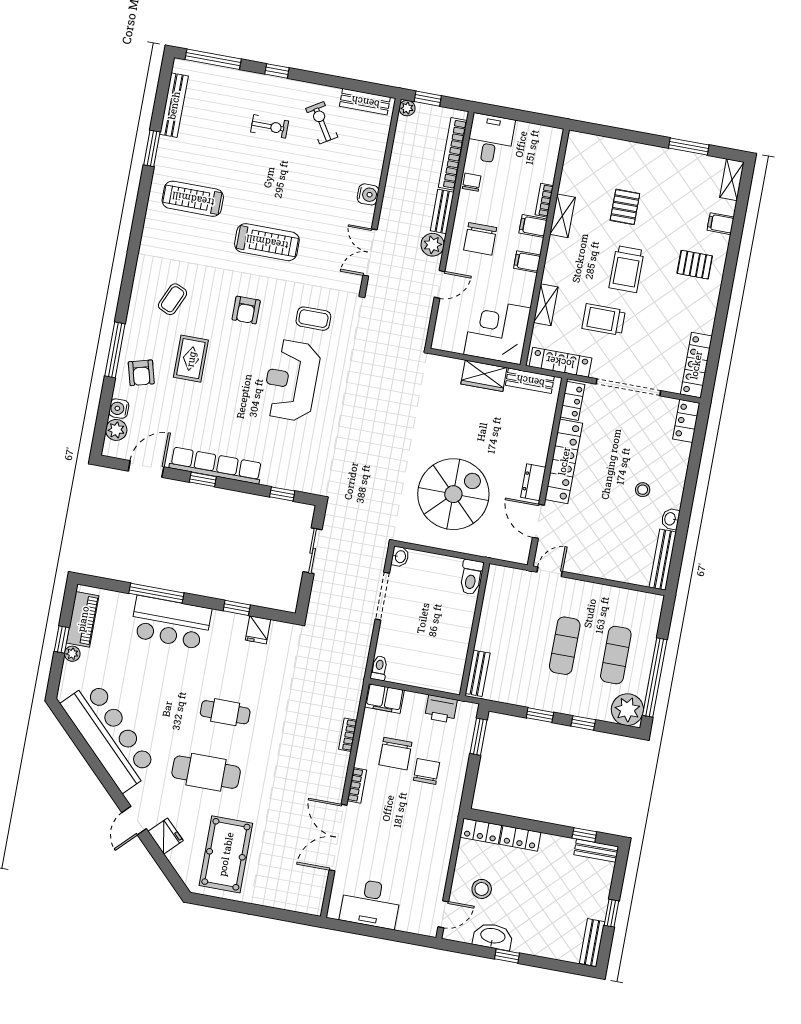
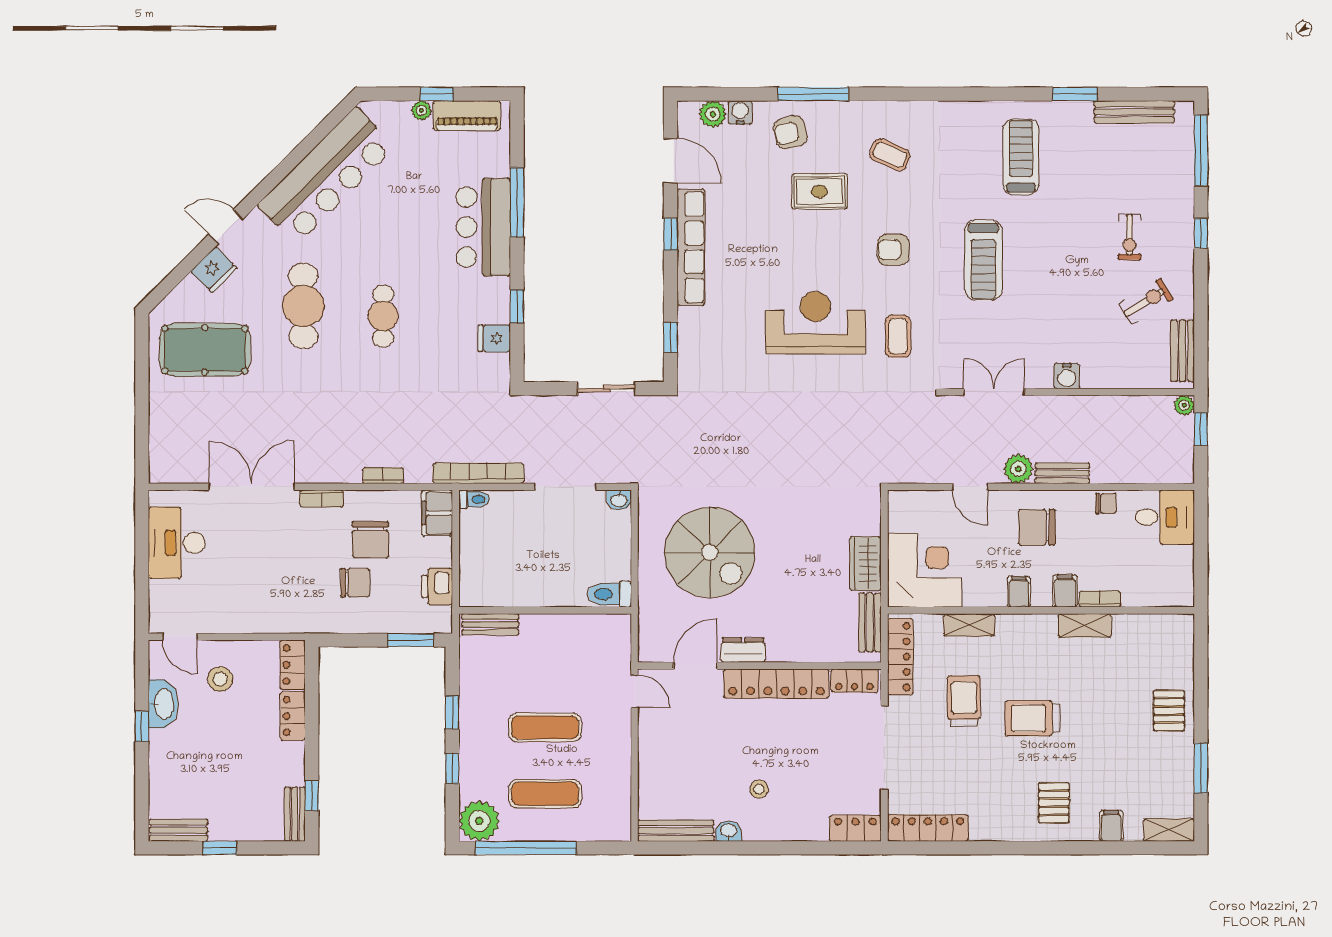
bookcase: (453, 154) -> (478, 473), moved
pallet: (625, 207) -> (1169, 711), moved, turned 90
chair: (395, 754) -> (370, 540), turned -90

